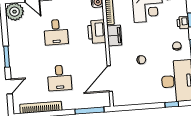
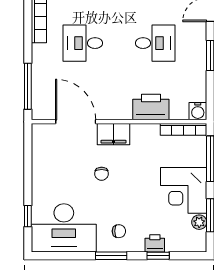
desk: (56, 32) -> (155, 43), turned 180
filing cabinet: (114, 35) -> (113, 134), moved

